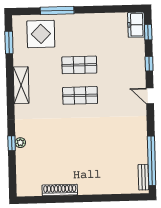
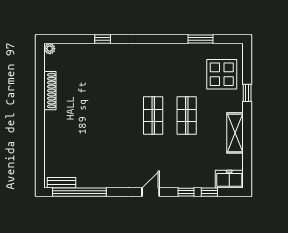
window: (57, 11) -> (247, 93), width x0.46
window: (148, 32) -> (209, 192), moved
window: (9, 43) -> (201, 39), moved
shelving: (21, 85) -> (235, 133), moved, turned 90
plant: (20, 143) -> (50, 49), moved

